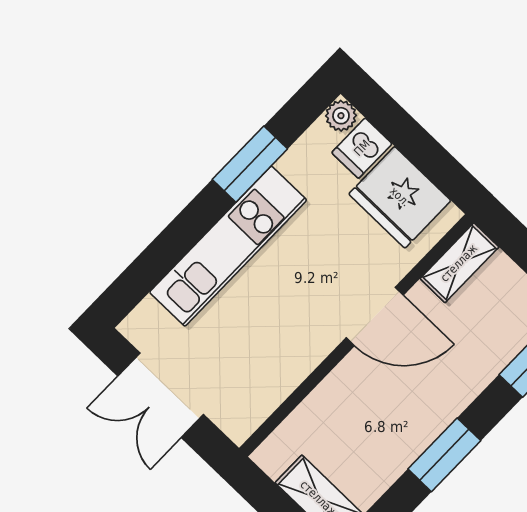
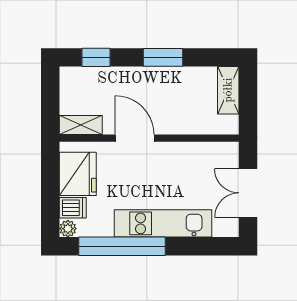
window: (250, 164) -> (122, 246), width x2.11
double door: (161, 395) -> (248, 193), swing flipped

